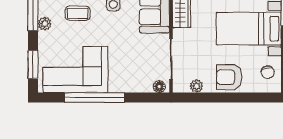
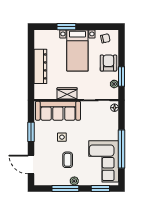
armchair: (229, 77) -> (108, 63), turned 180
window: (208, 97) -> (121, 77), added

